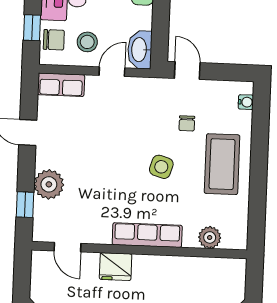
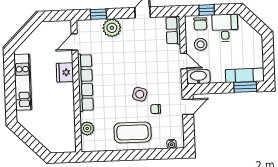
side table: (161, 167) -> (140, 94), moved
row of seats: (147, 235) -> (85, 82), width x1.36

